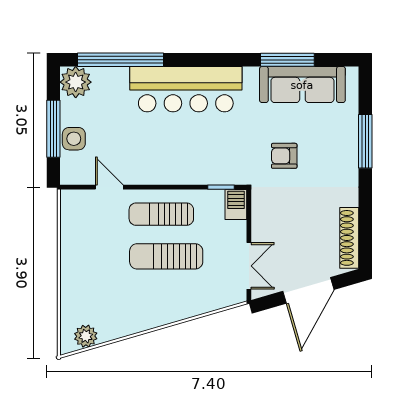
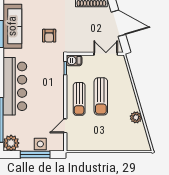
plant: (86, 336) -> (136, 117), moved

